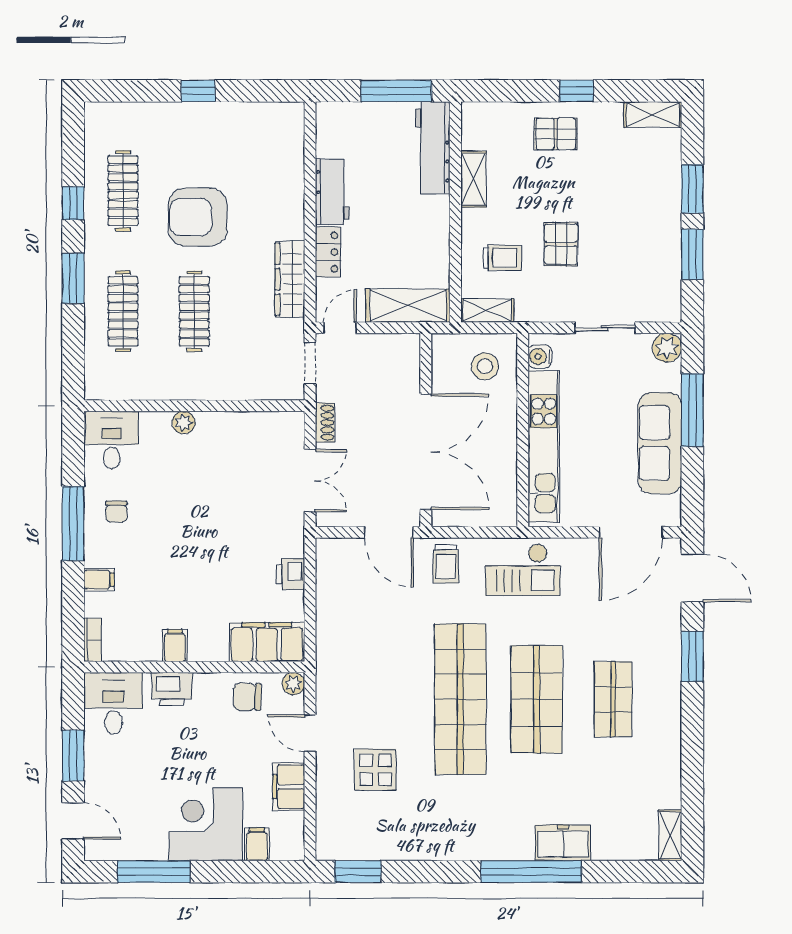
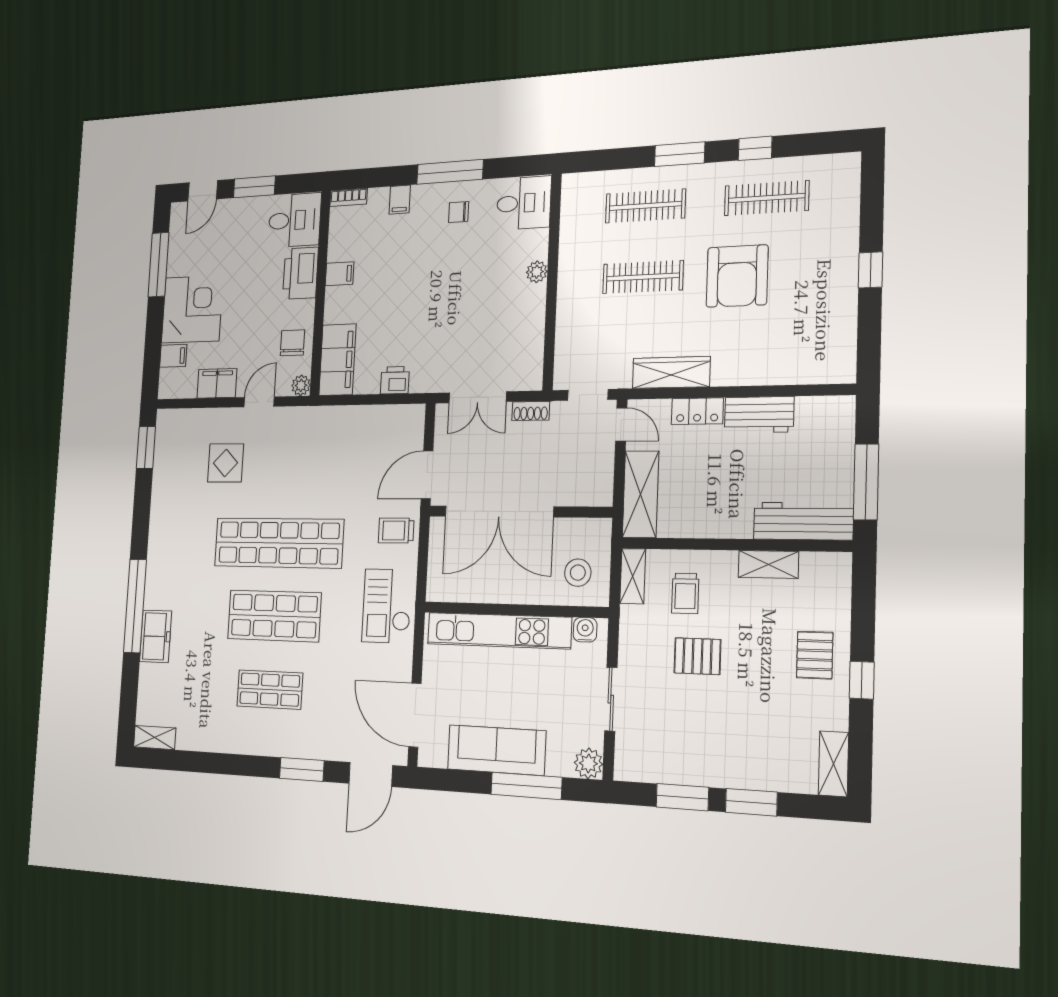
armchair: (198, 217) -> (737, 276), turned 180
printer: (172, 689) -> (300, 273), width x1.37, depth x1.19

